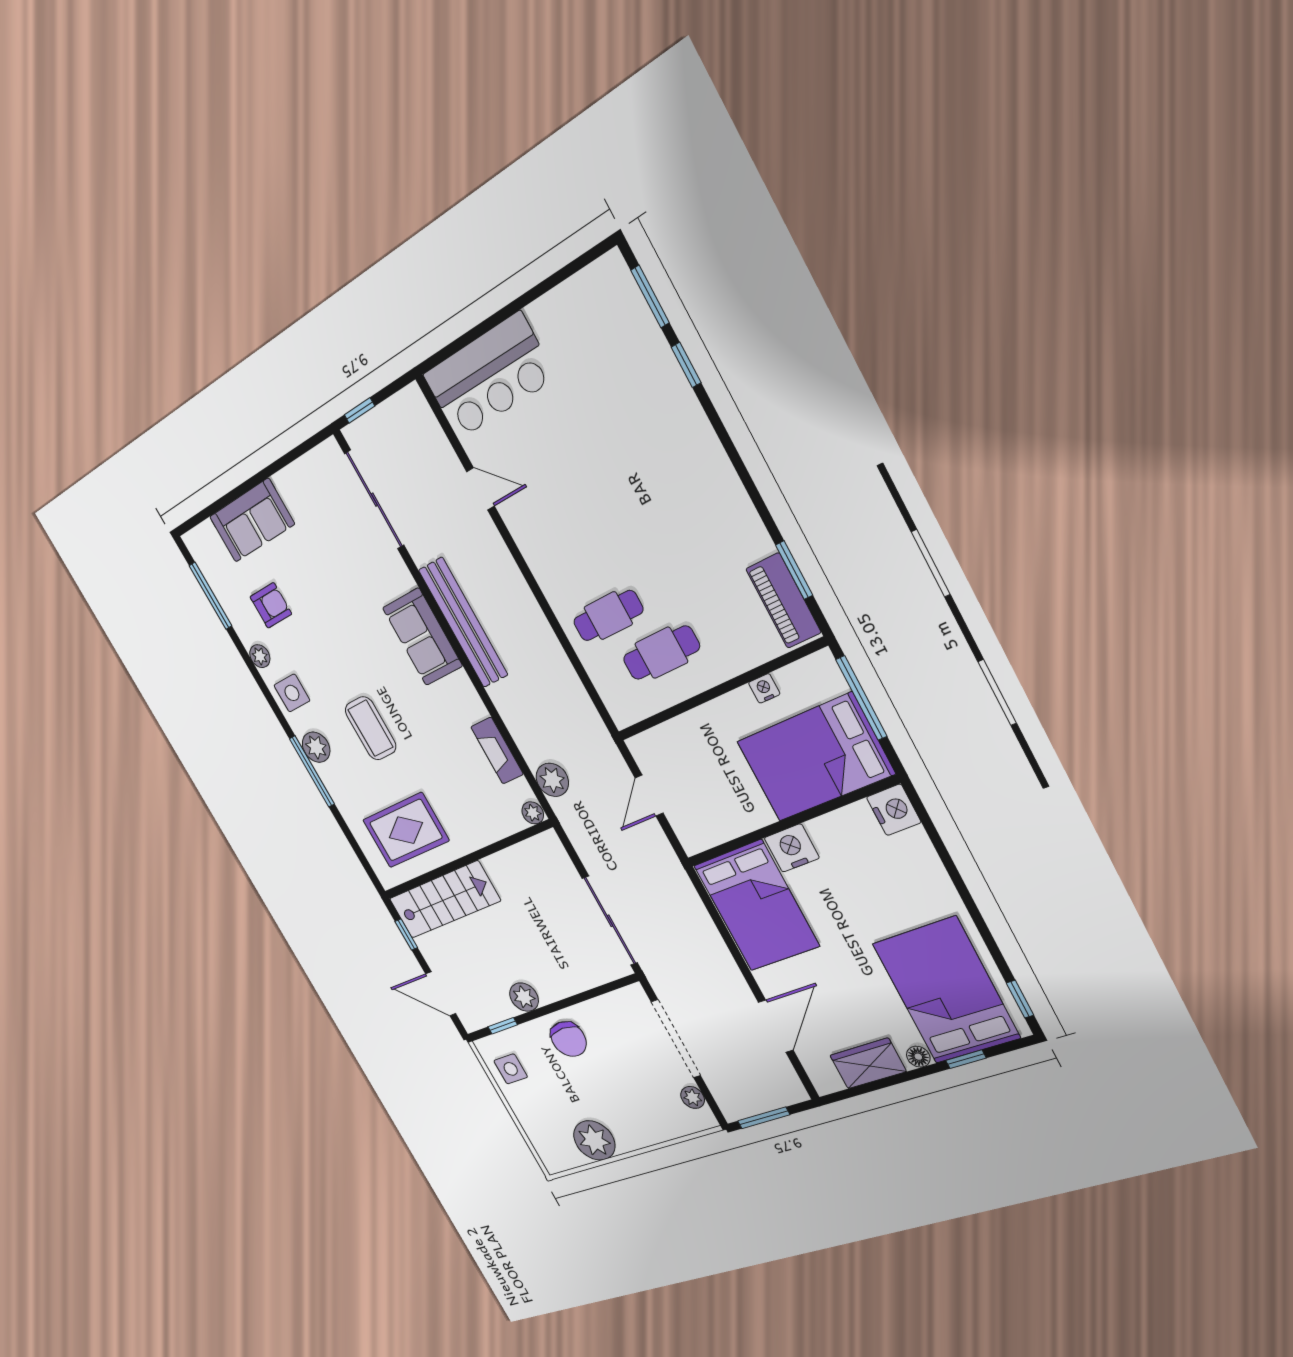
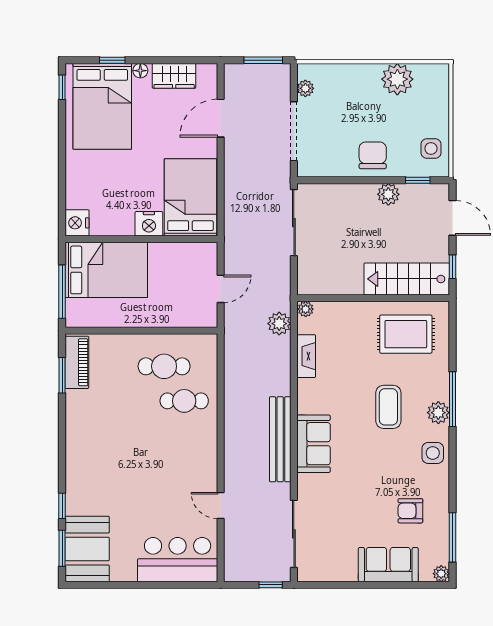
booth: (615, 317) -> (87, 549), added
plant: (260, 656) -> (441, 574), moved
nightstand: (764, 688) -> (114, 320), removed

